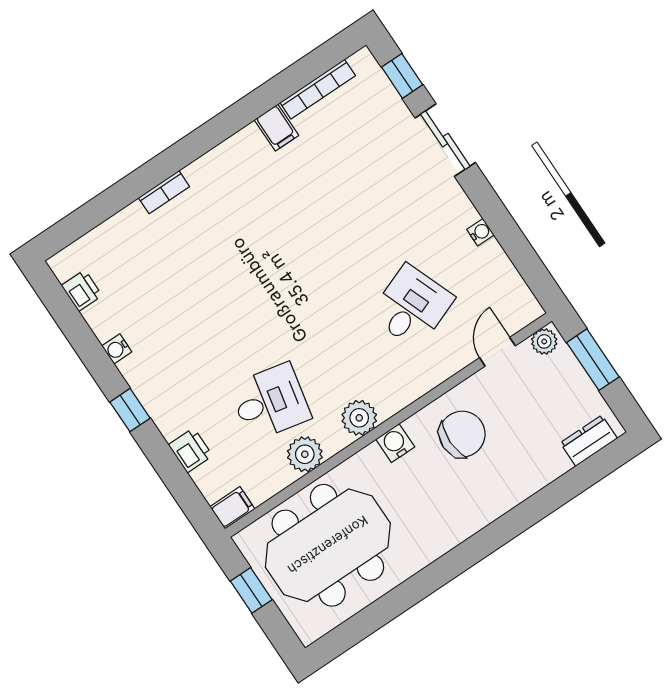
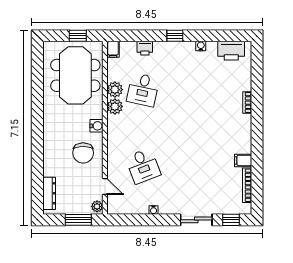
printer: (82, 290) -> (231, 51), width x1.87, depth x1.48
plant: (359, 418) -> (115, 106), moved
dresser: (589, 441) -> (49, 193), width x1.44

